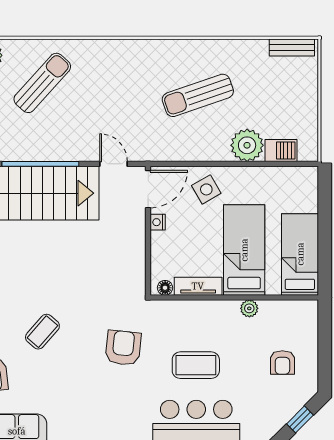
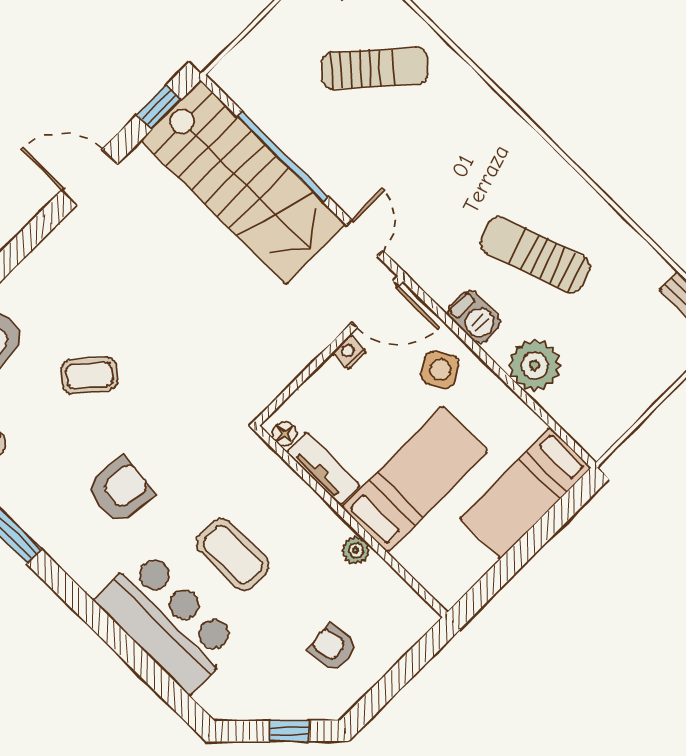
barbecue: (281, 150) -> (474, 317), moved
bed: (300, 254) -> (525, 493), moved, turned 180
coffee table: (42, 332) -> (89, 375), moved
armchair: (123, 348) -> (120, 490), moved
armchair: (282, 362) -> (333, 648), turned 83

